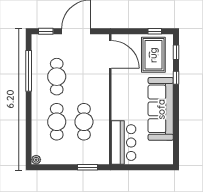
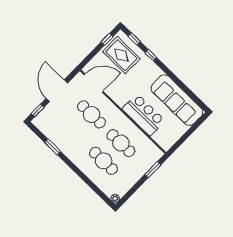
window: (29, 71) -> (53, 147), width x0.47
cafe table: (57, 77) -> (91, 114), moved
sofa: (161, 109) -> (177, 100), moved
bar counter: (124, 143) -> (144, 115), moved

